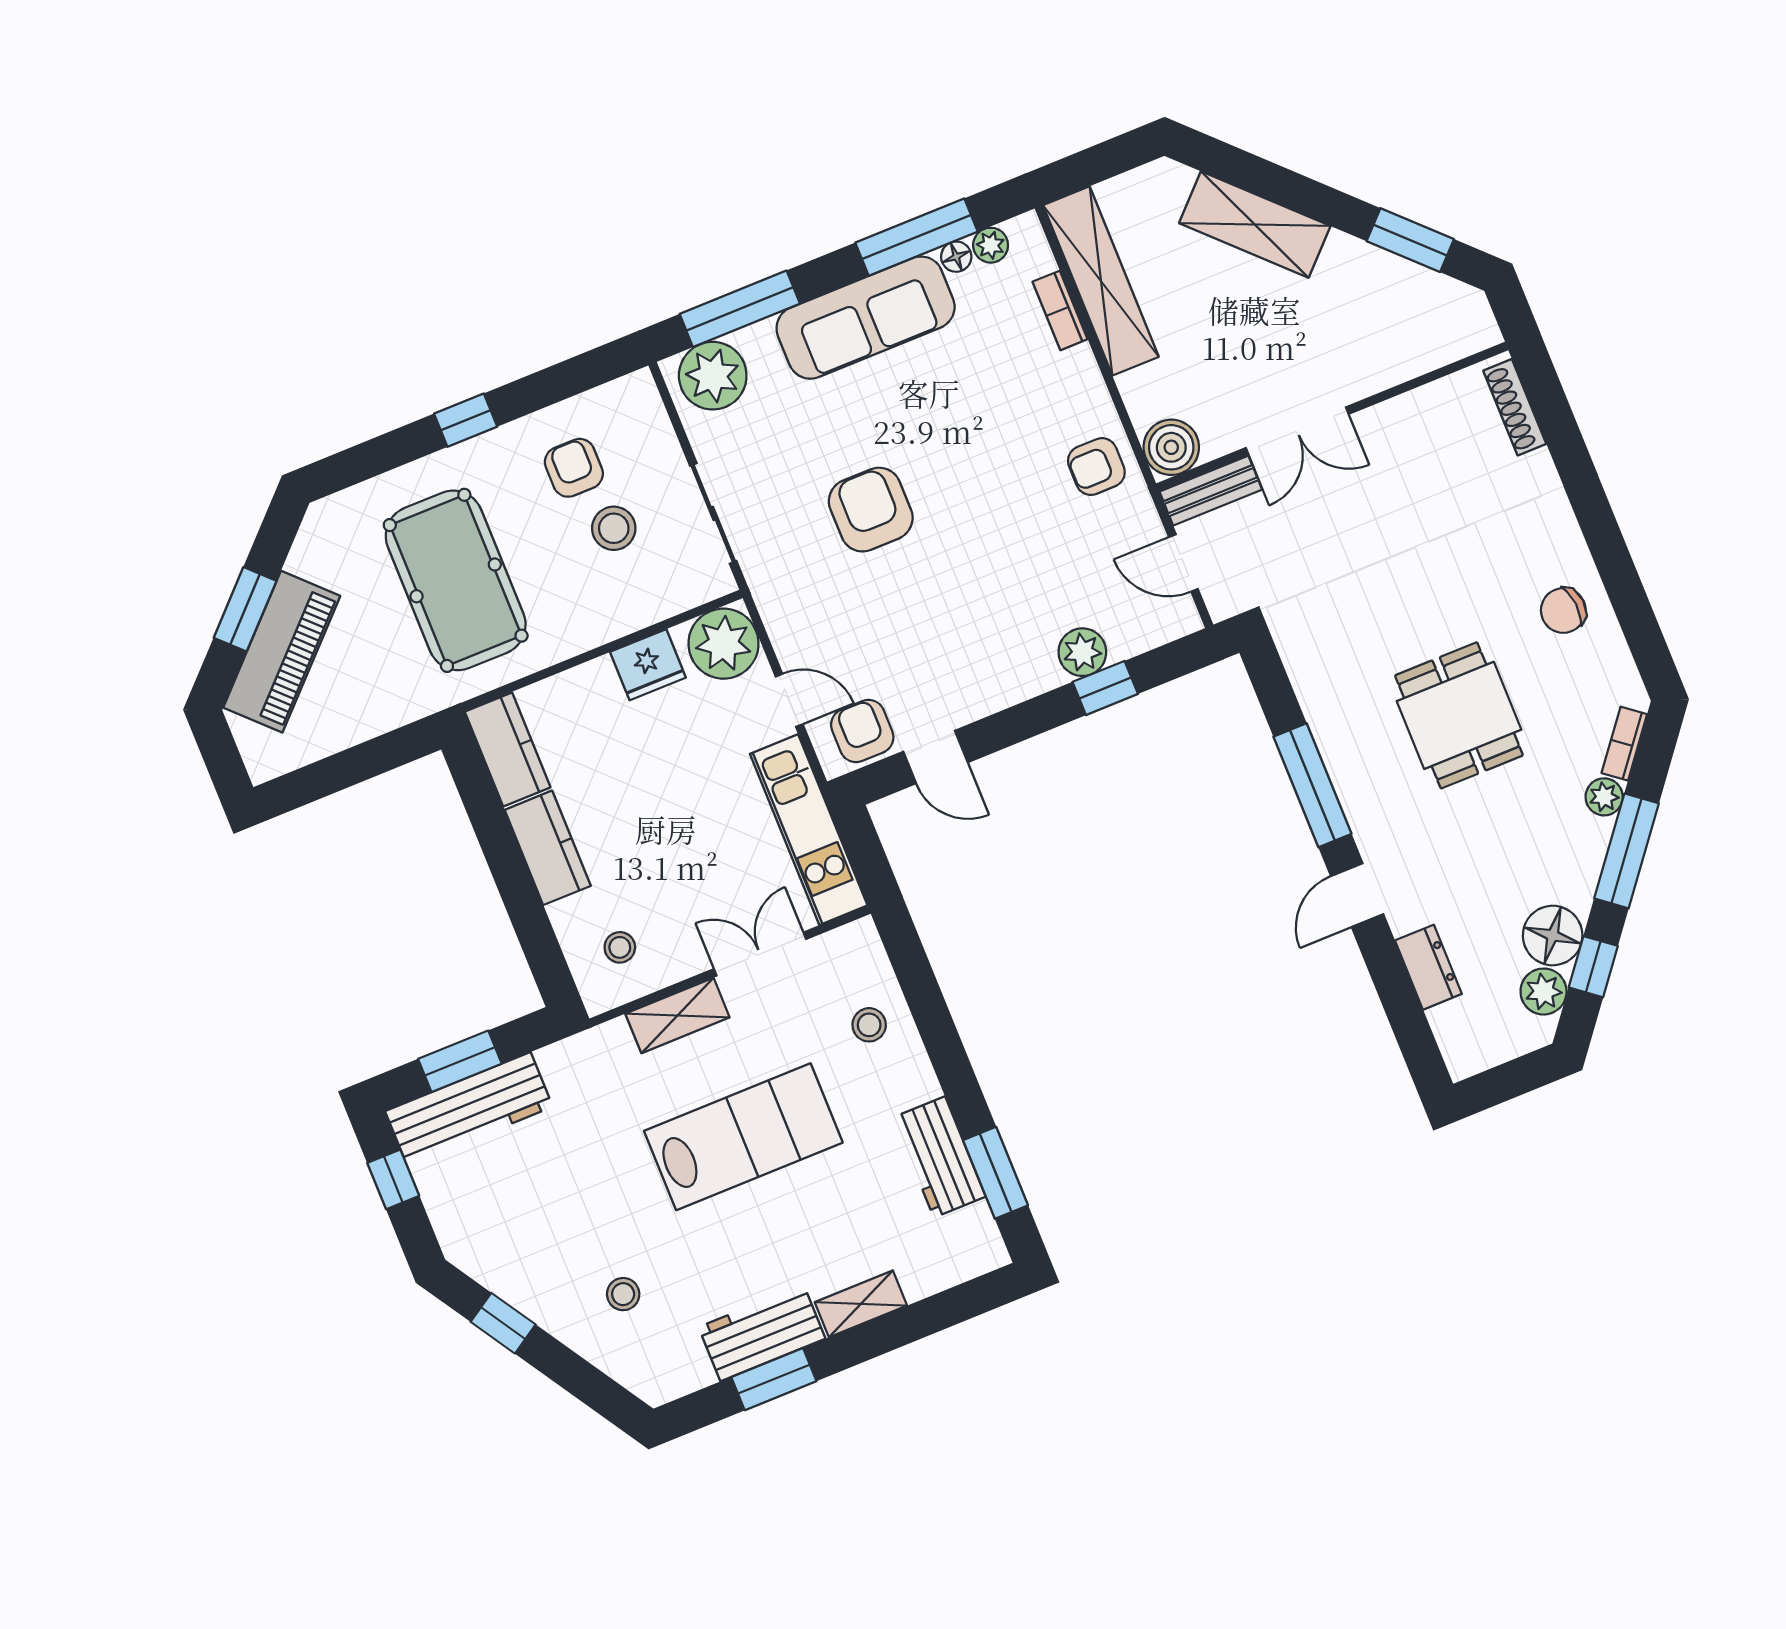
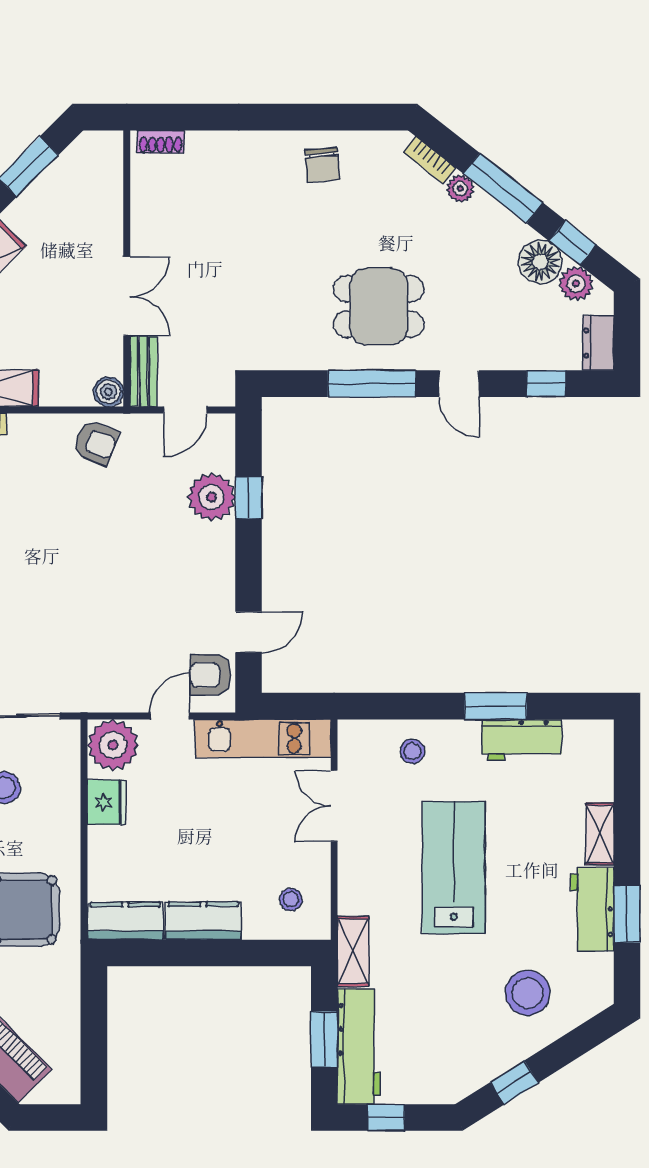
shoe rack: (1515, 407) -> (161, 142), width x0.70
boiler: (1171, 447) -> (109, 392), width x0.73, depth x0.73
armchair: (1096, 467) -> (96, 443), turned -69
armchair: (871, 510) -> (62, 608), removed
plant: (1082, 652) -> (212, 497), width x1.36, depth x1.36
dining table: (1459, 715) -> (379, 306), moved
dresser: (1428, 967) -> (598, 343), moved, turned -90
window: (1402, 1005) -> (546, 384), added
shelving: (677, 1016) -> (353, 951), moved
window: (996, 1173) -> (496, 706), moved
stool: (623, 1294) -> (528, 993), width x1.89, depth x1.89

